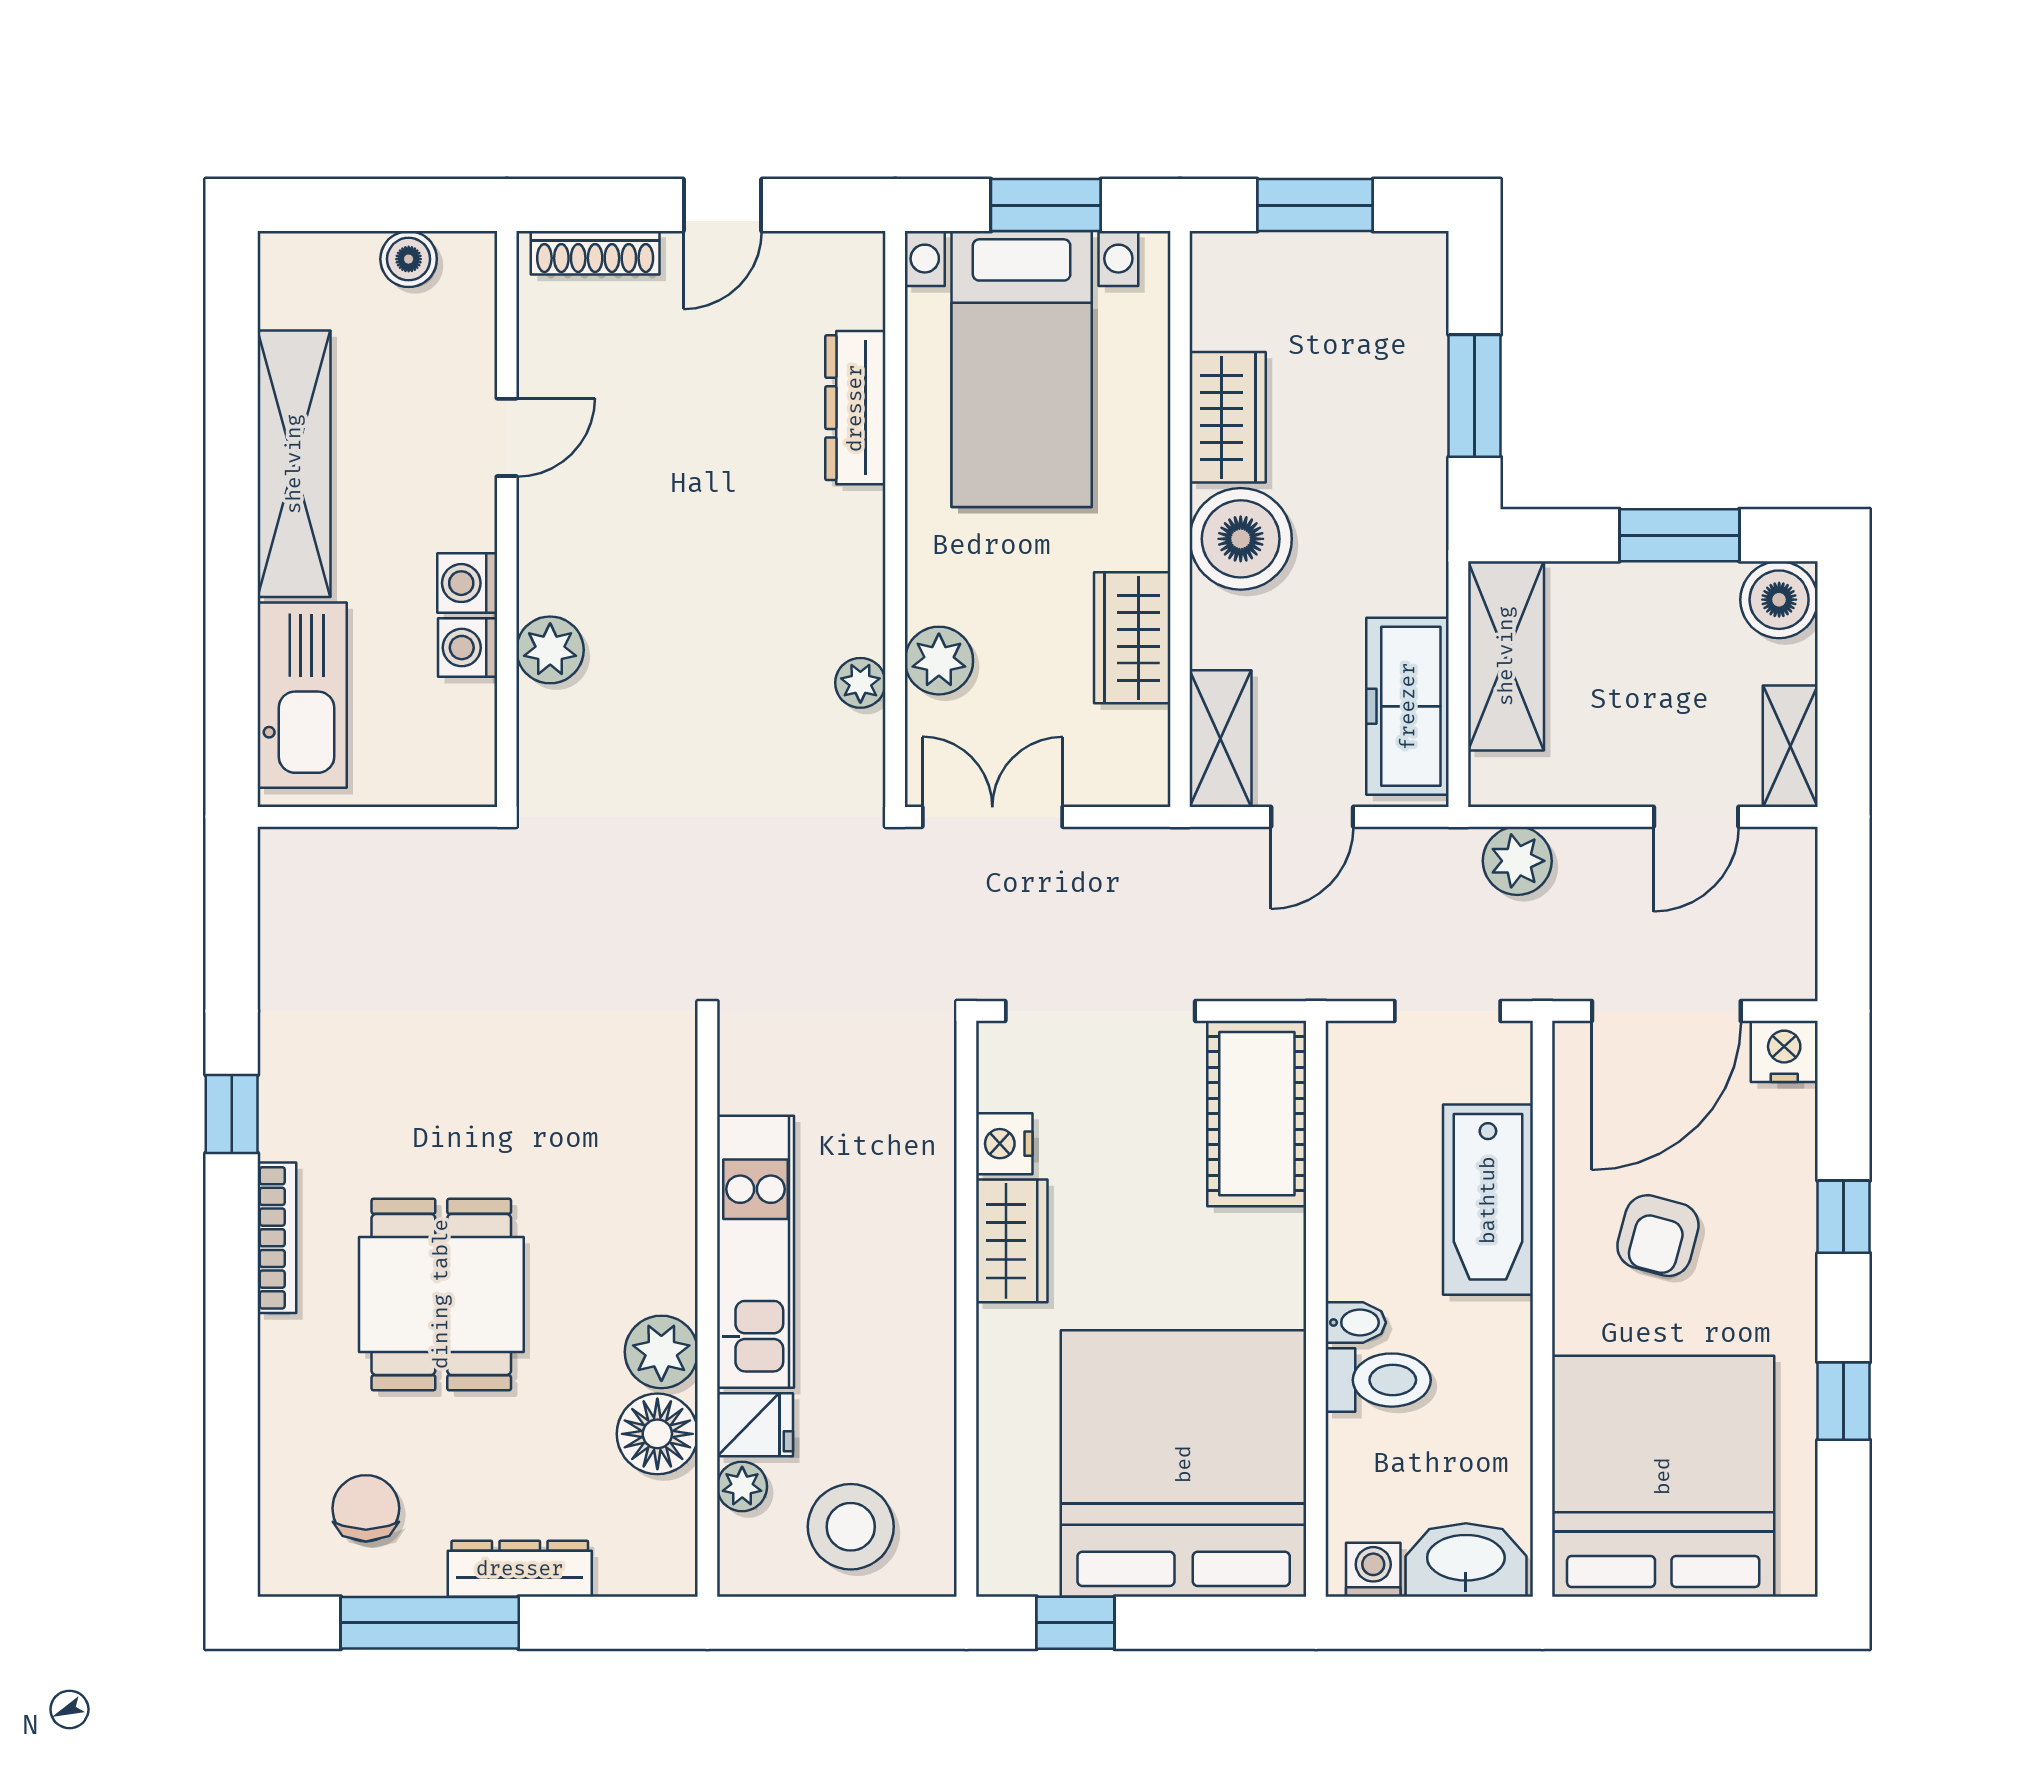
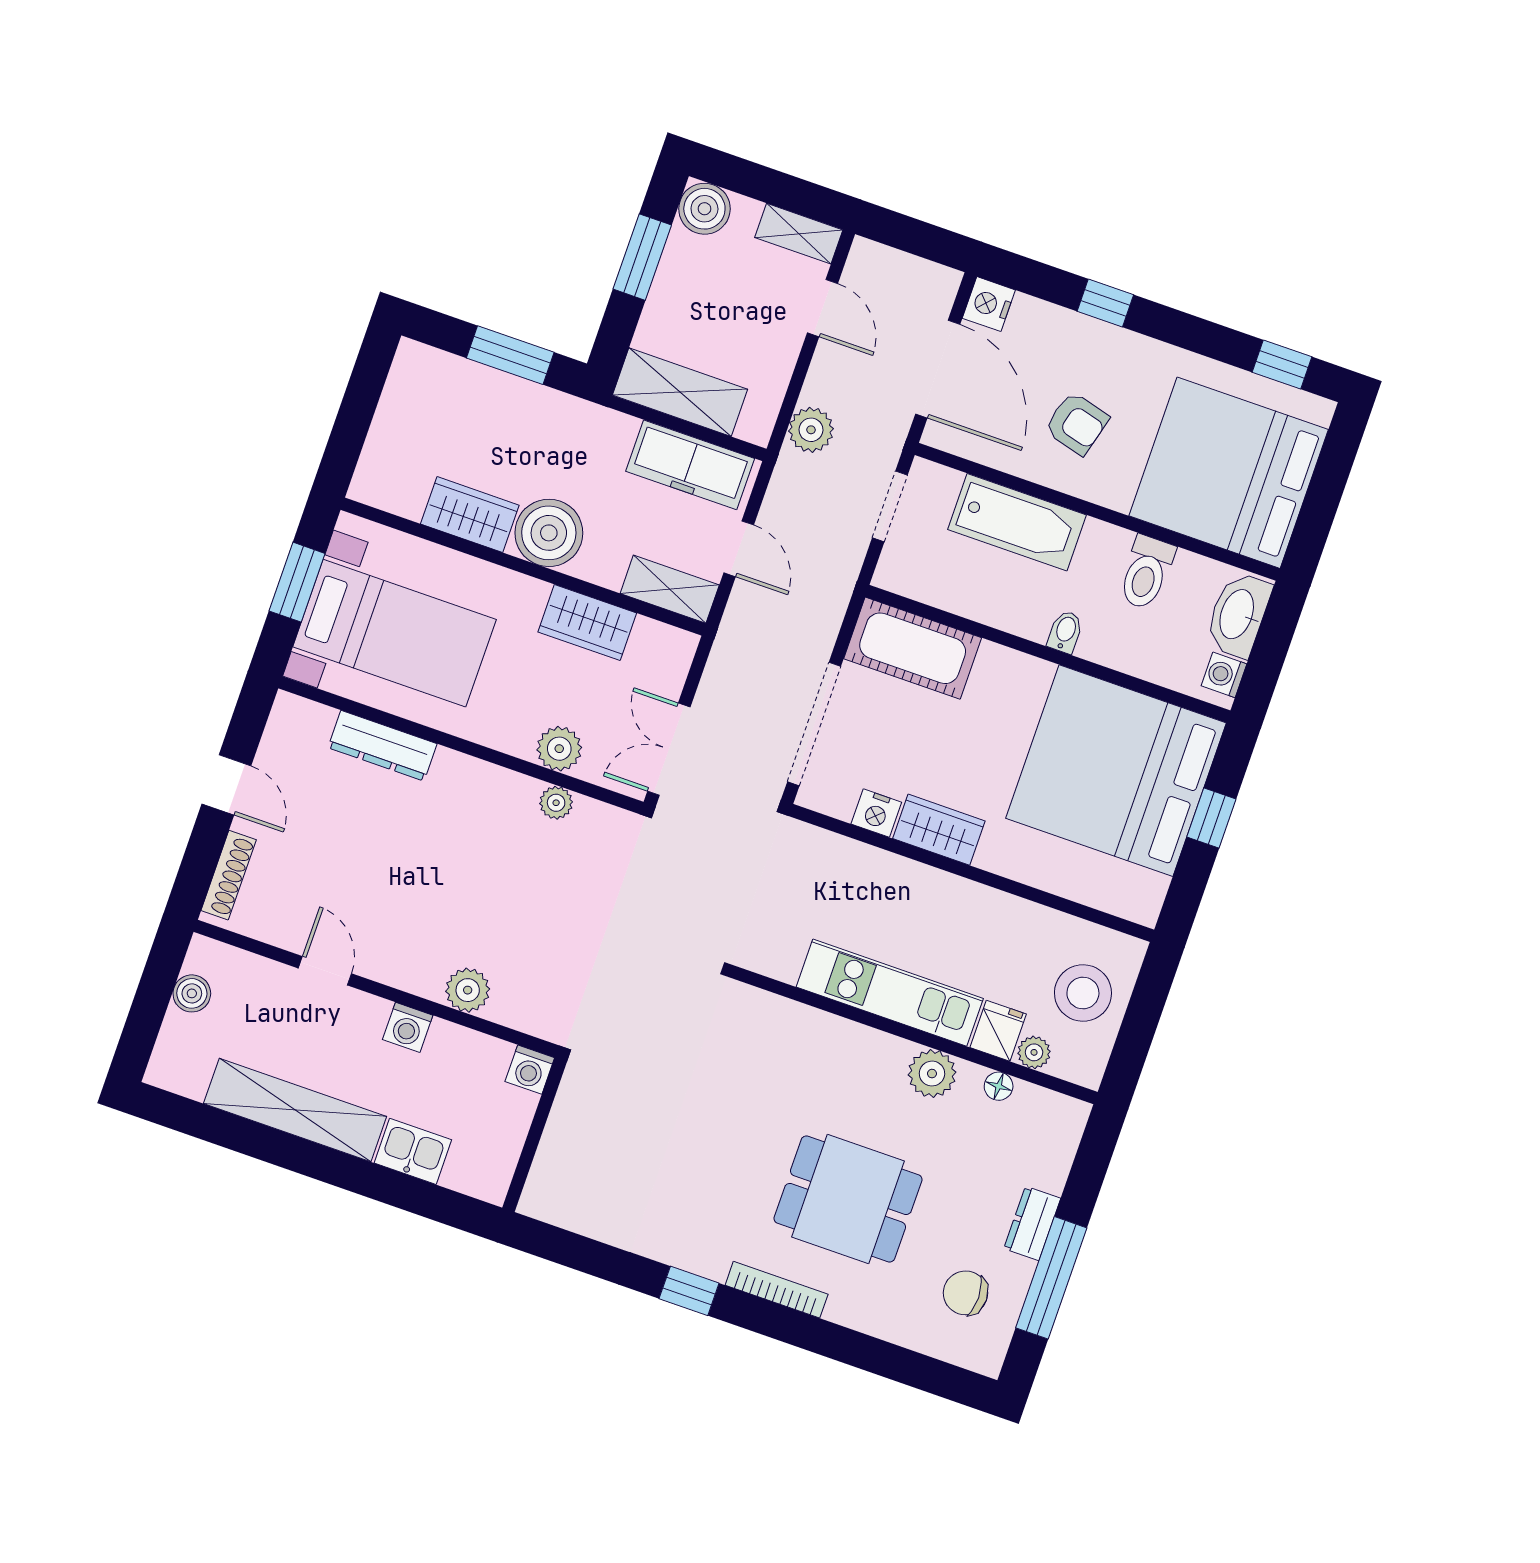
window: (1315, 205) -> (356, 413), removed
washing machine: (468, 648) -> (530, 1070), moved
kitchen sink: (302, 695) -> (413, 1151), width x0.53, depth x0.81
toilet: (1378, 1380) -> (1146, 573), moved, turned 180
window: (1844, 1401) -> (1282, 365), moved
floor lamp: (657, 1434) -> (999, 1086), width x0.53, depth x0.53
dresser: (520, 1569) -> (1032, 1223), width x0.70
window: (1075, 1623) -> (1211, 818), moved

